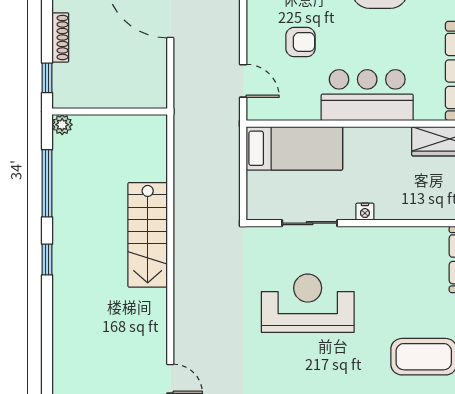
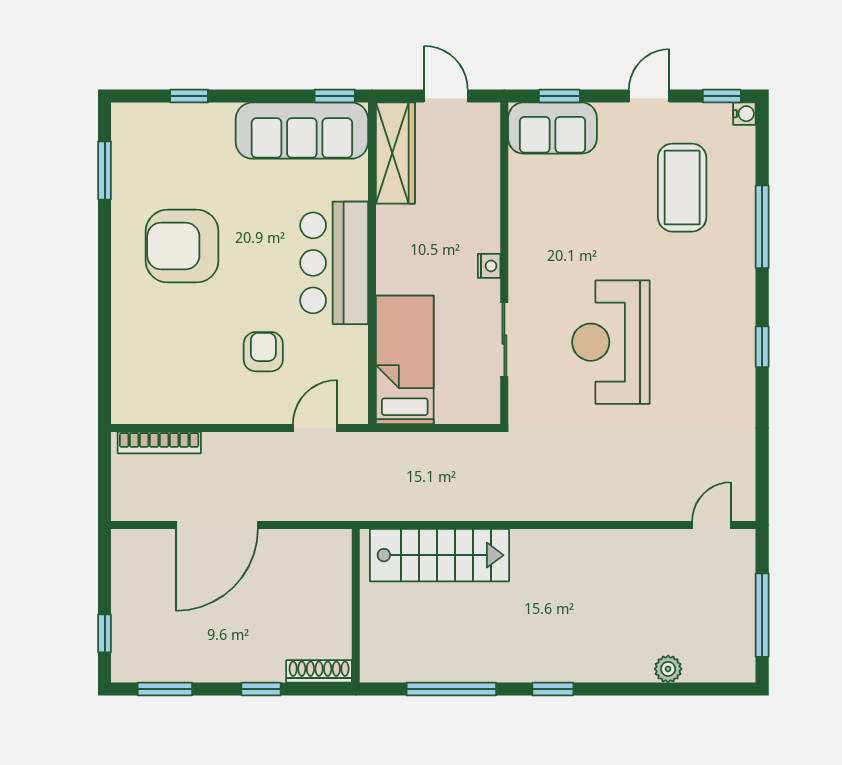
shoe rack: (60, 37) -> (319, 671), moved
window: (47, 78) -> (261, 689), moved
plant: (62, 125) -> (668, 669), moved
stairs: (148, 235) -> (439, 555), moved

